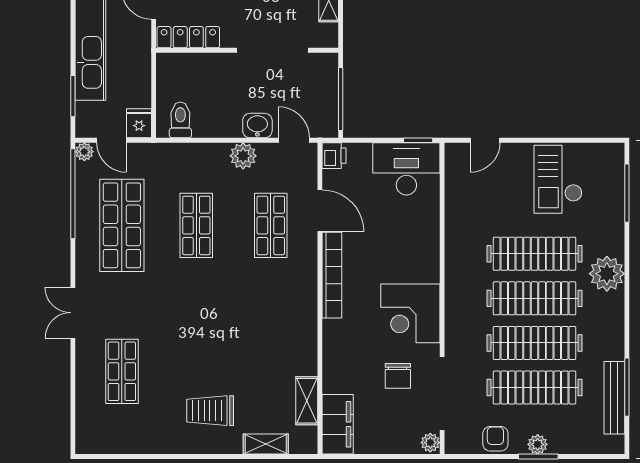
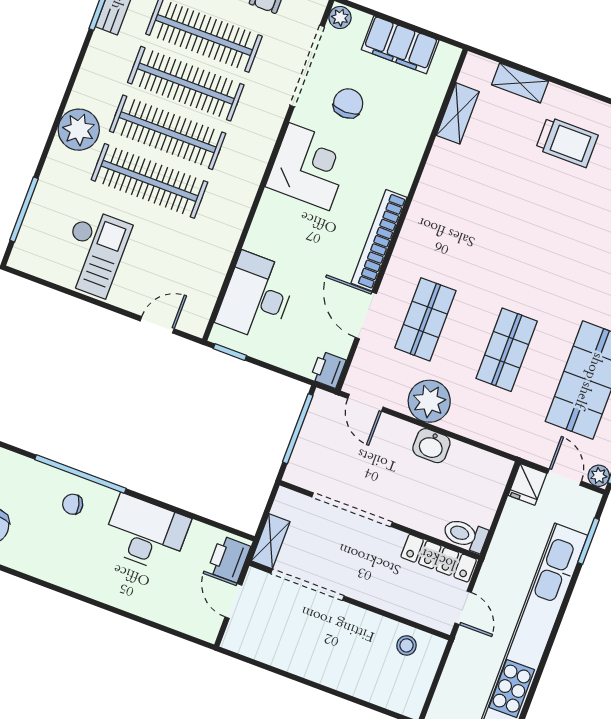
toilet: (180, 120) -> (465, 535), moved, turned 90
washbasin: (257, 126) -> (431, 446), moved
plant: (243, 156) -> (429, 401), width x1.36, depth x1.36
desk: (406, 169) -> (256, 297), moved, turned 90
filing cabinet: (338, 424) -> (400, 45), moved, turned -90

